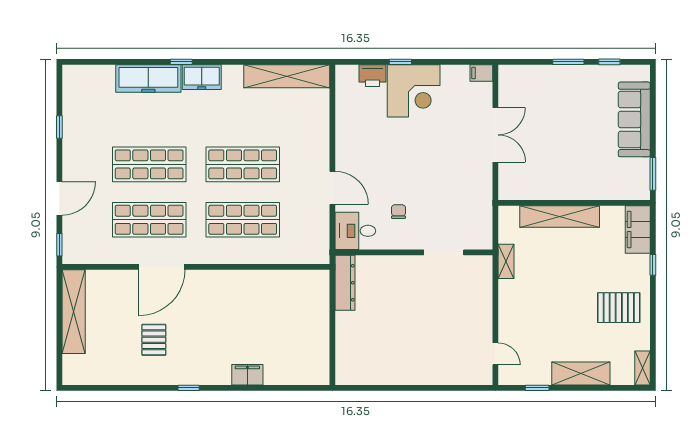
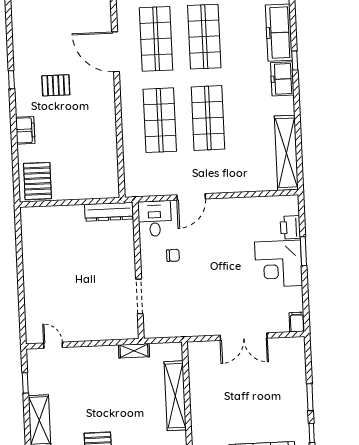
window: (400, 62) -> (303, 251), width x1.50
pallet: (154, 340) -> (56, 85), moved
door: (495, 354) -> (53, 345), swing flipped
pallet: (306, 363) -> (37, 181), added

